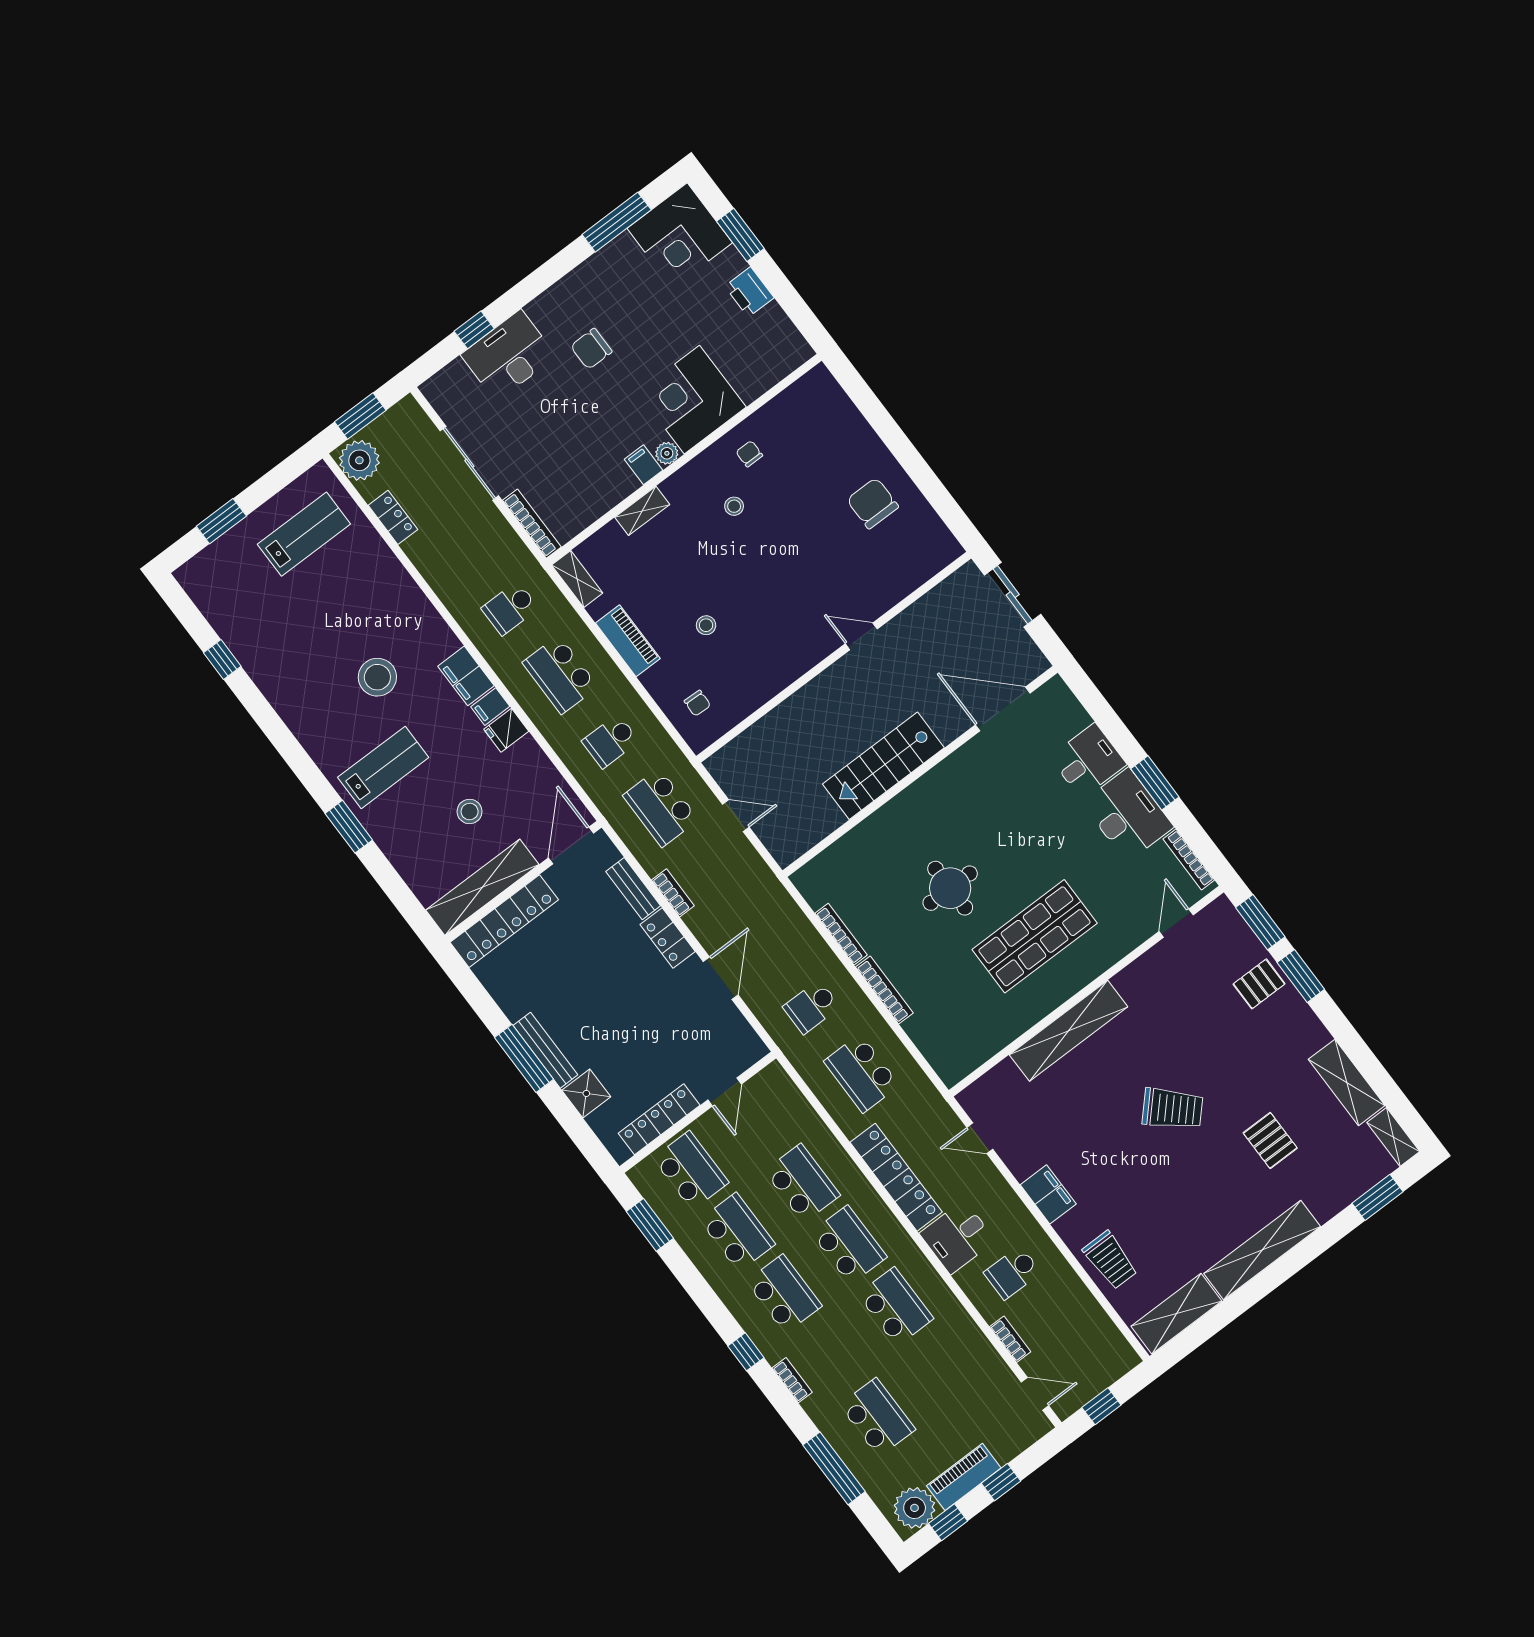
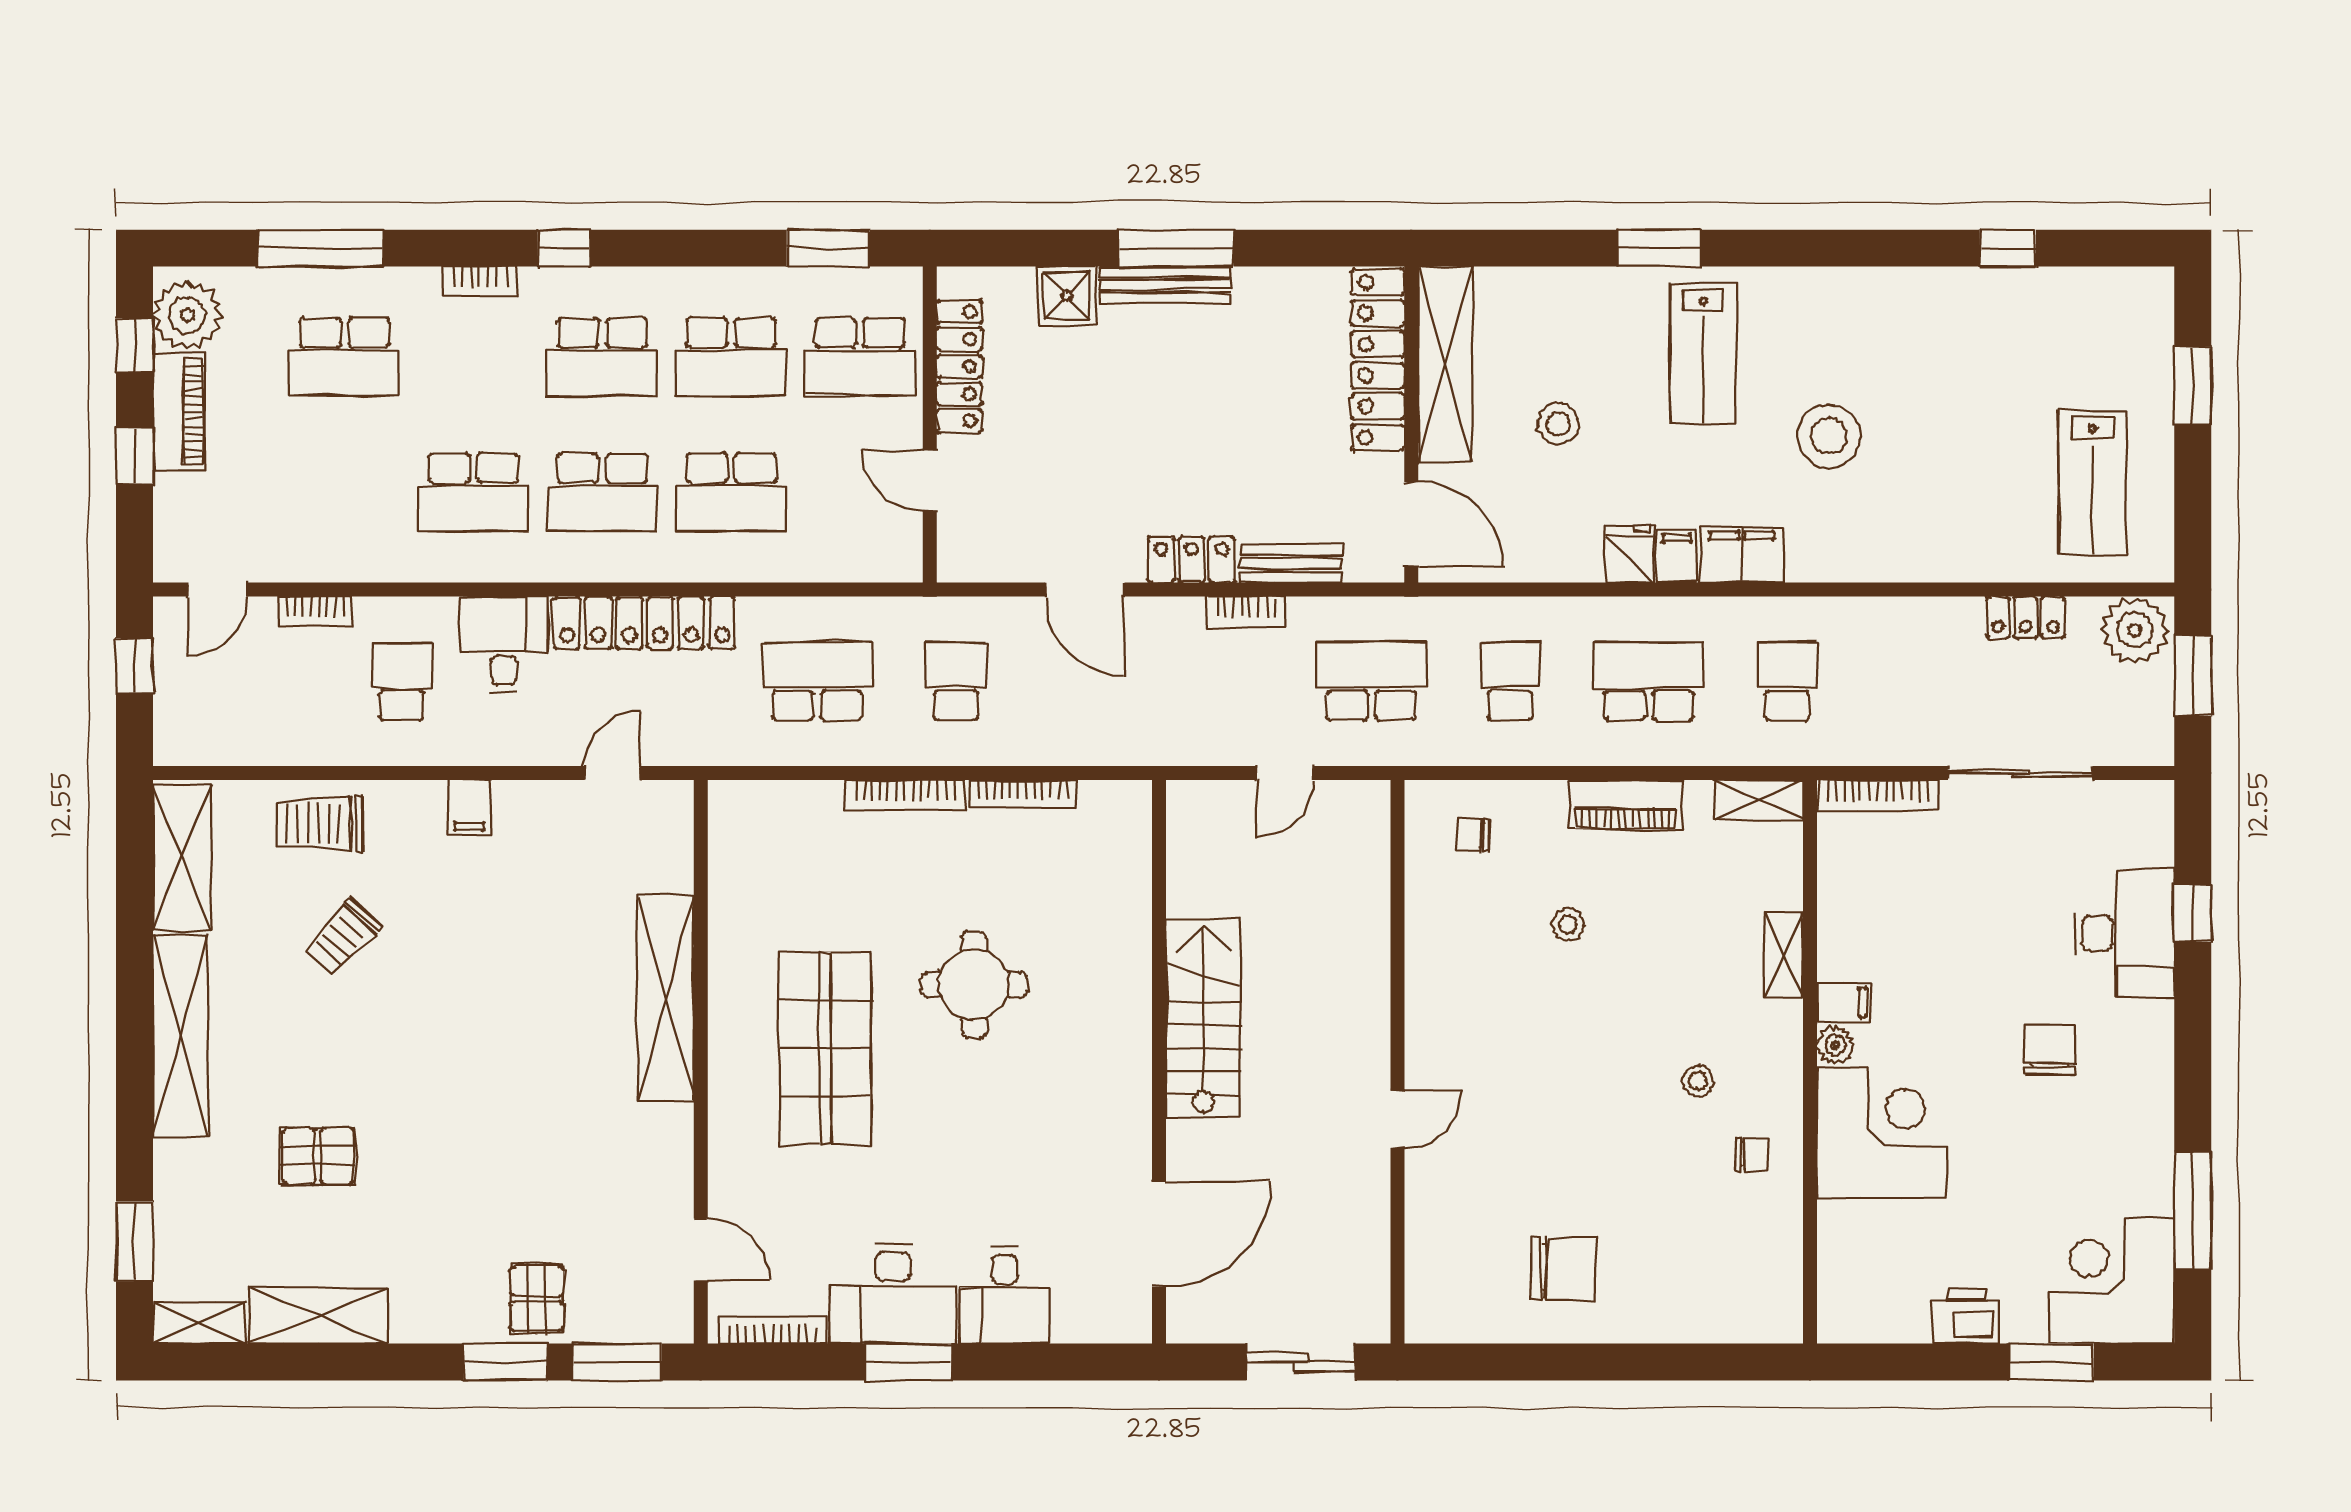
trolley: (1172, 1109) -> (343, 937), moved, width x0.73, depth x0.72
filing cabinet: (1048, 1194) -> (469, 807), width x0.50

